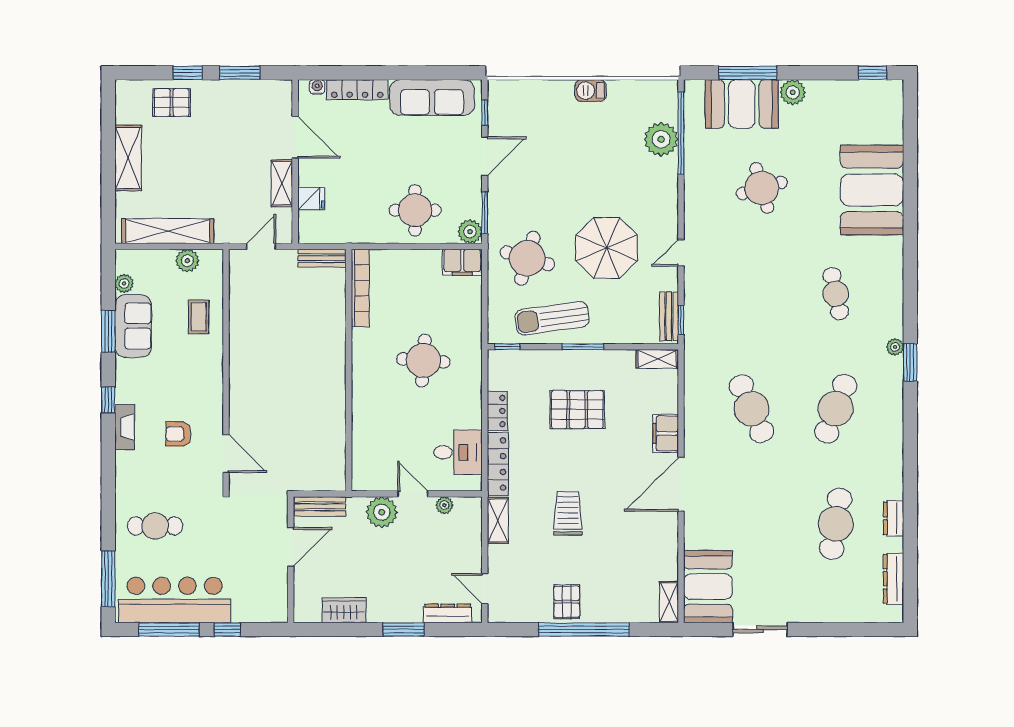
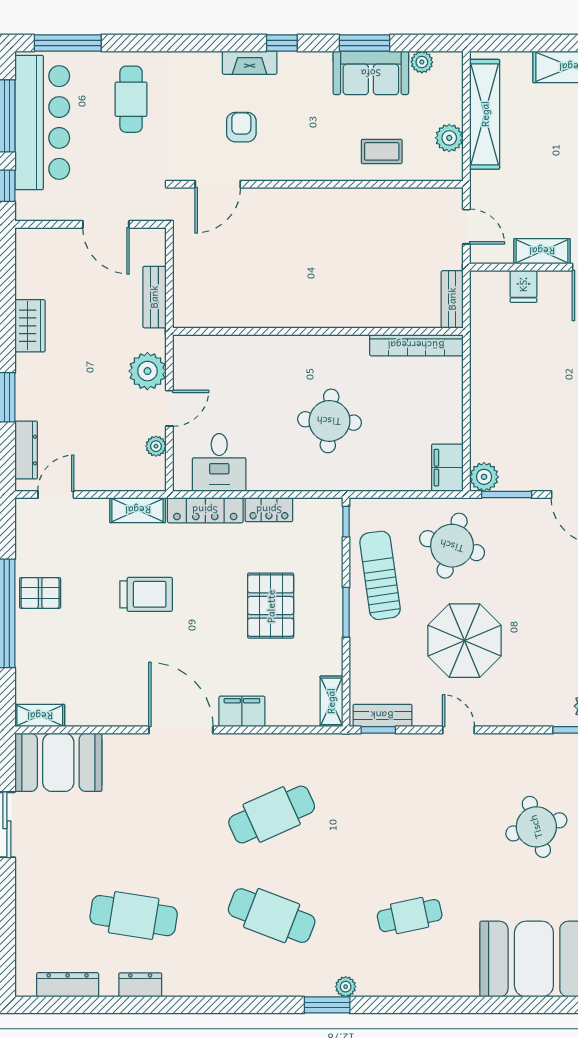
round table: (415, 210) -> (510, 411), removed
door: (291, 547) -> (106, 224), moved
wall: (291, 560) -> (91, 224), moved

